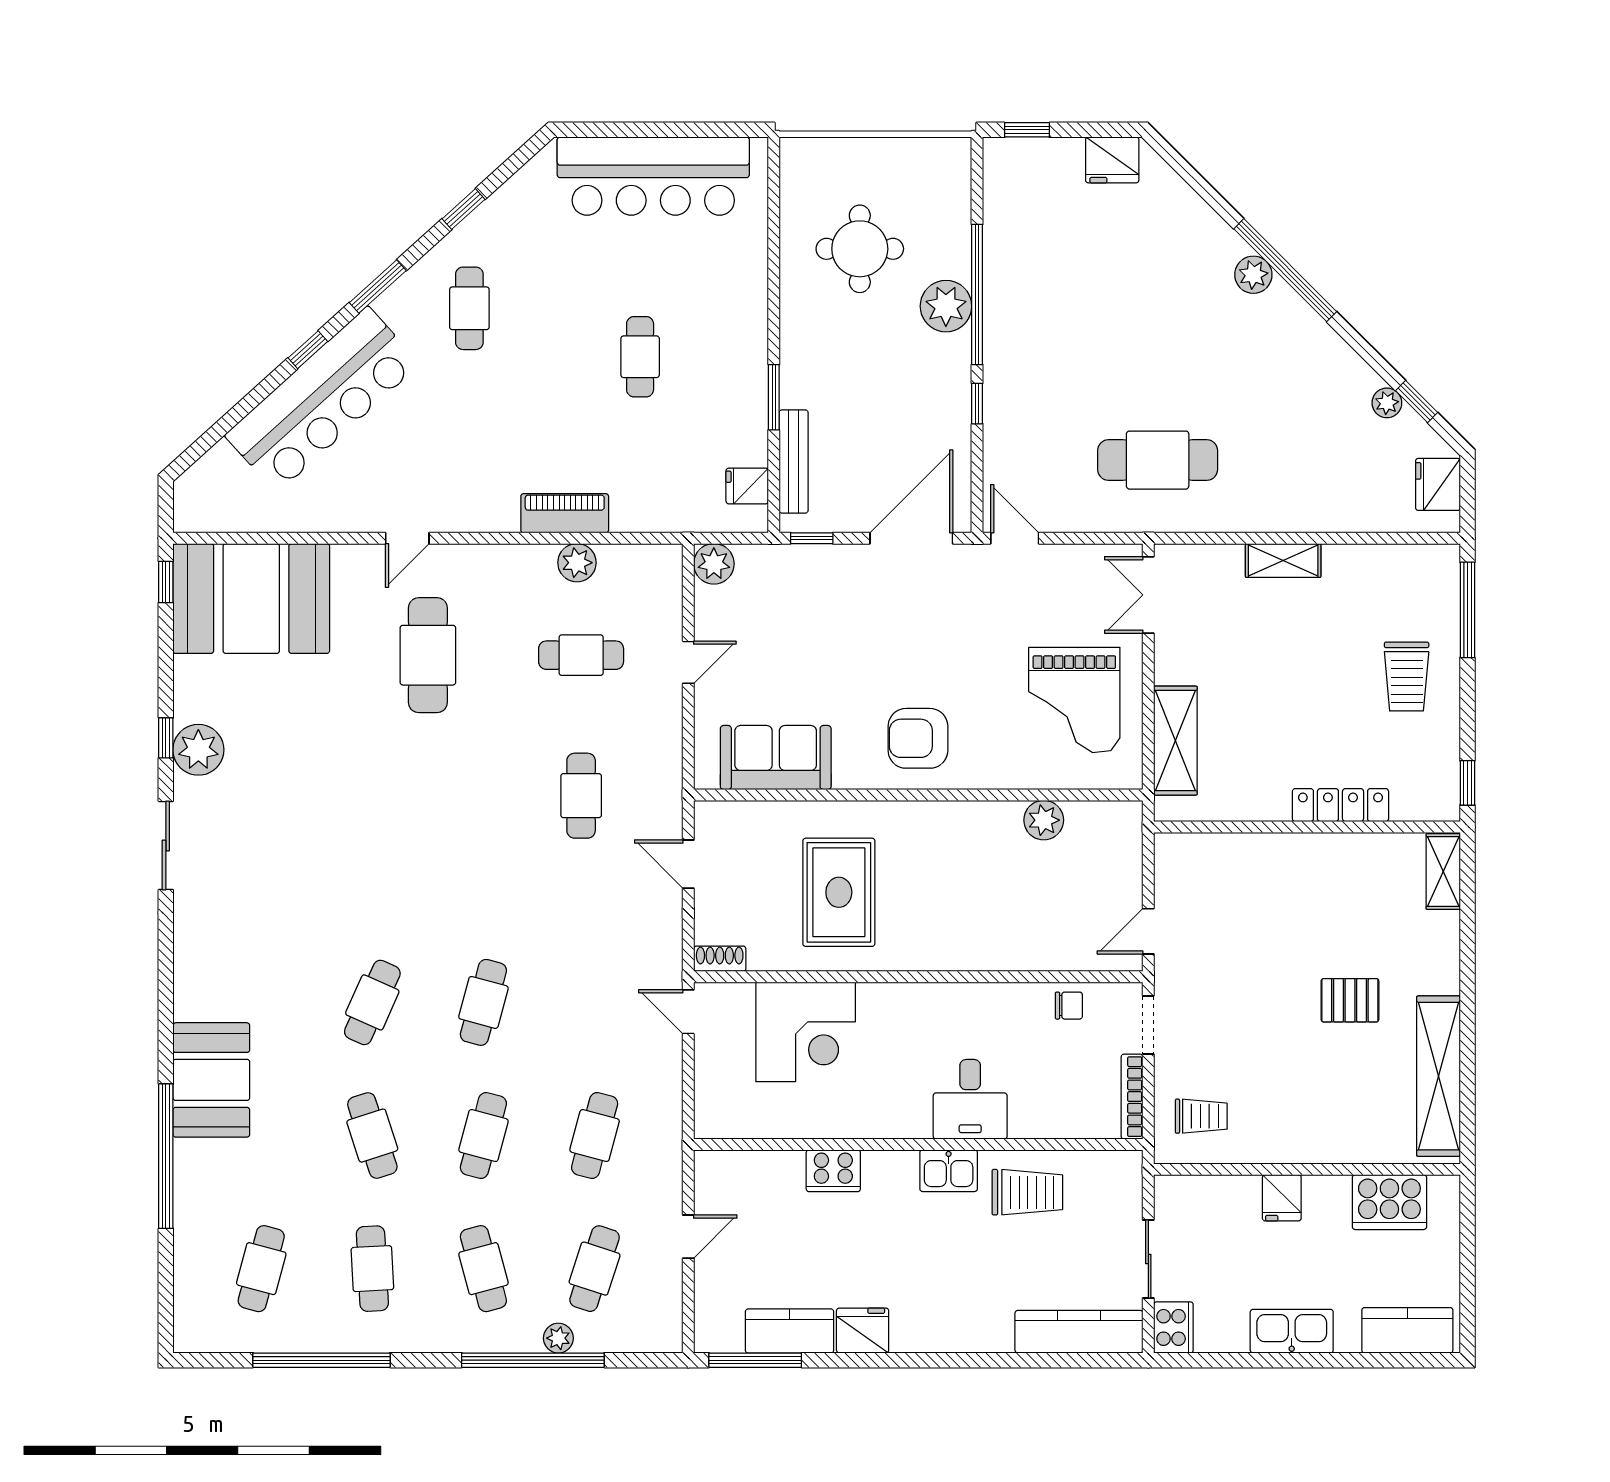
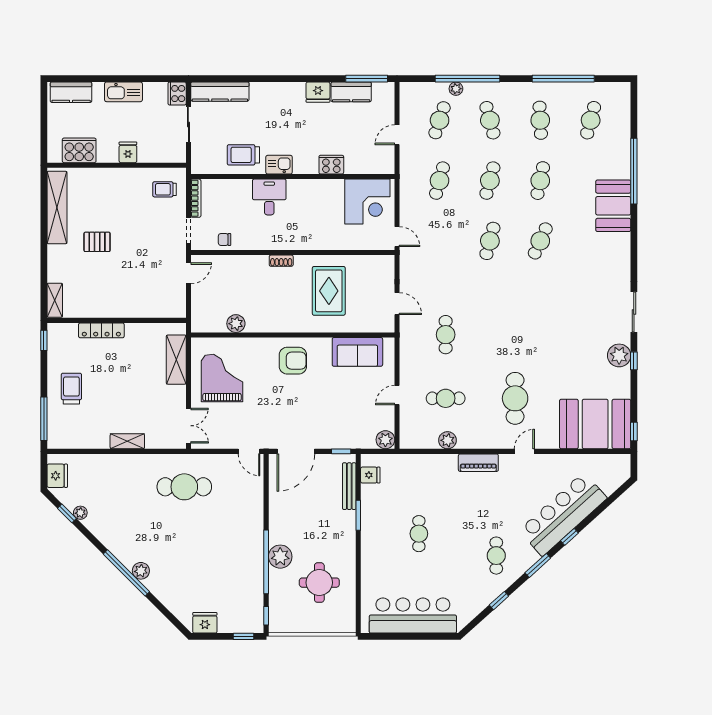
window: (977, 404) -> (266, 616), moved
piano: (565, 513) -> (478, 463), moved
shoe rack: (720, 959) -> (281, 261), moved
corner desk: (806, 1032) -> (367, 201), moved, turned 180
cafe table: (372, 1136) -> (540, 181), turned 30

